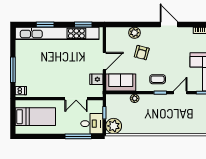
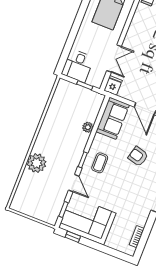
fridge: (96, 79) -> (113, 85), moved
double door: (76, 99) -> (114, 59), swing flipped
plant: (114, 126) -> (37, 163), moved
window: (78, 136) -> (69, 44), removed

